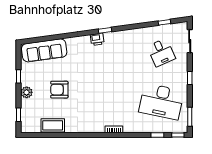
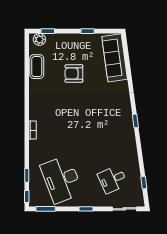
printer: (97, 39) -> (126, 113), removed
armchair: (59, 90) -> (74, 73), turned -90
plant: (27, 92) -> (39, 39), moved
desk: (161, 101) -> (62, 179), turned -33

